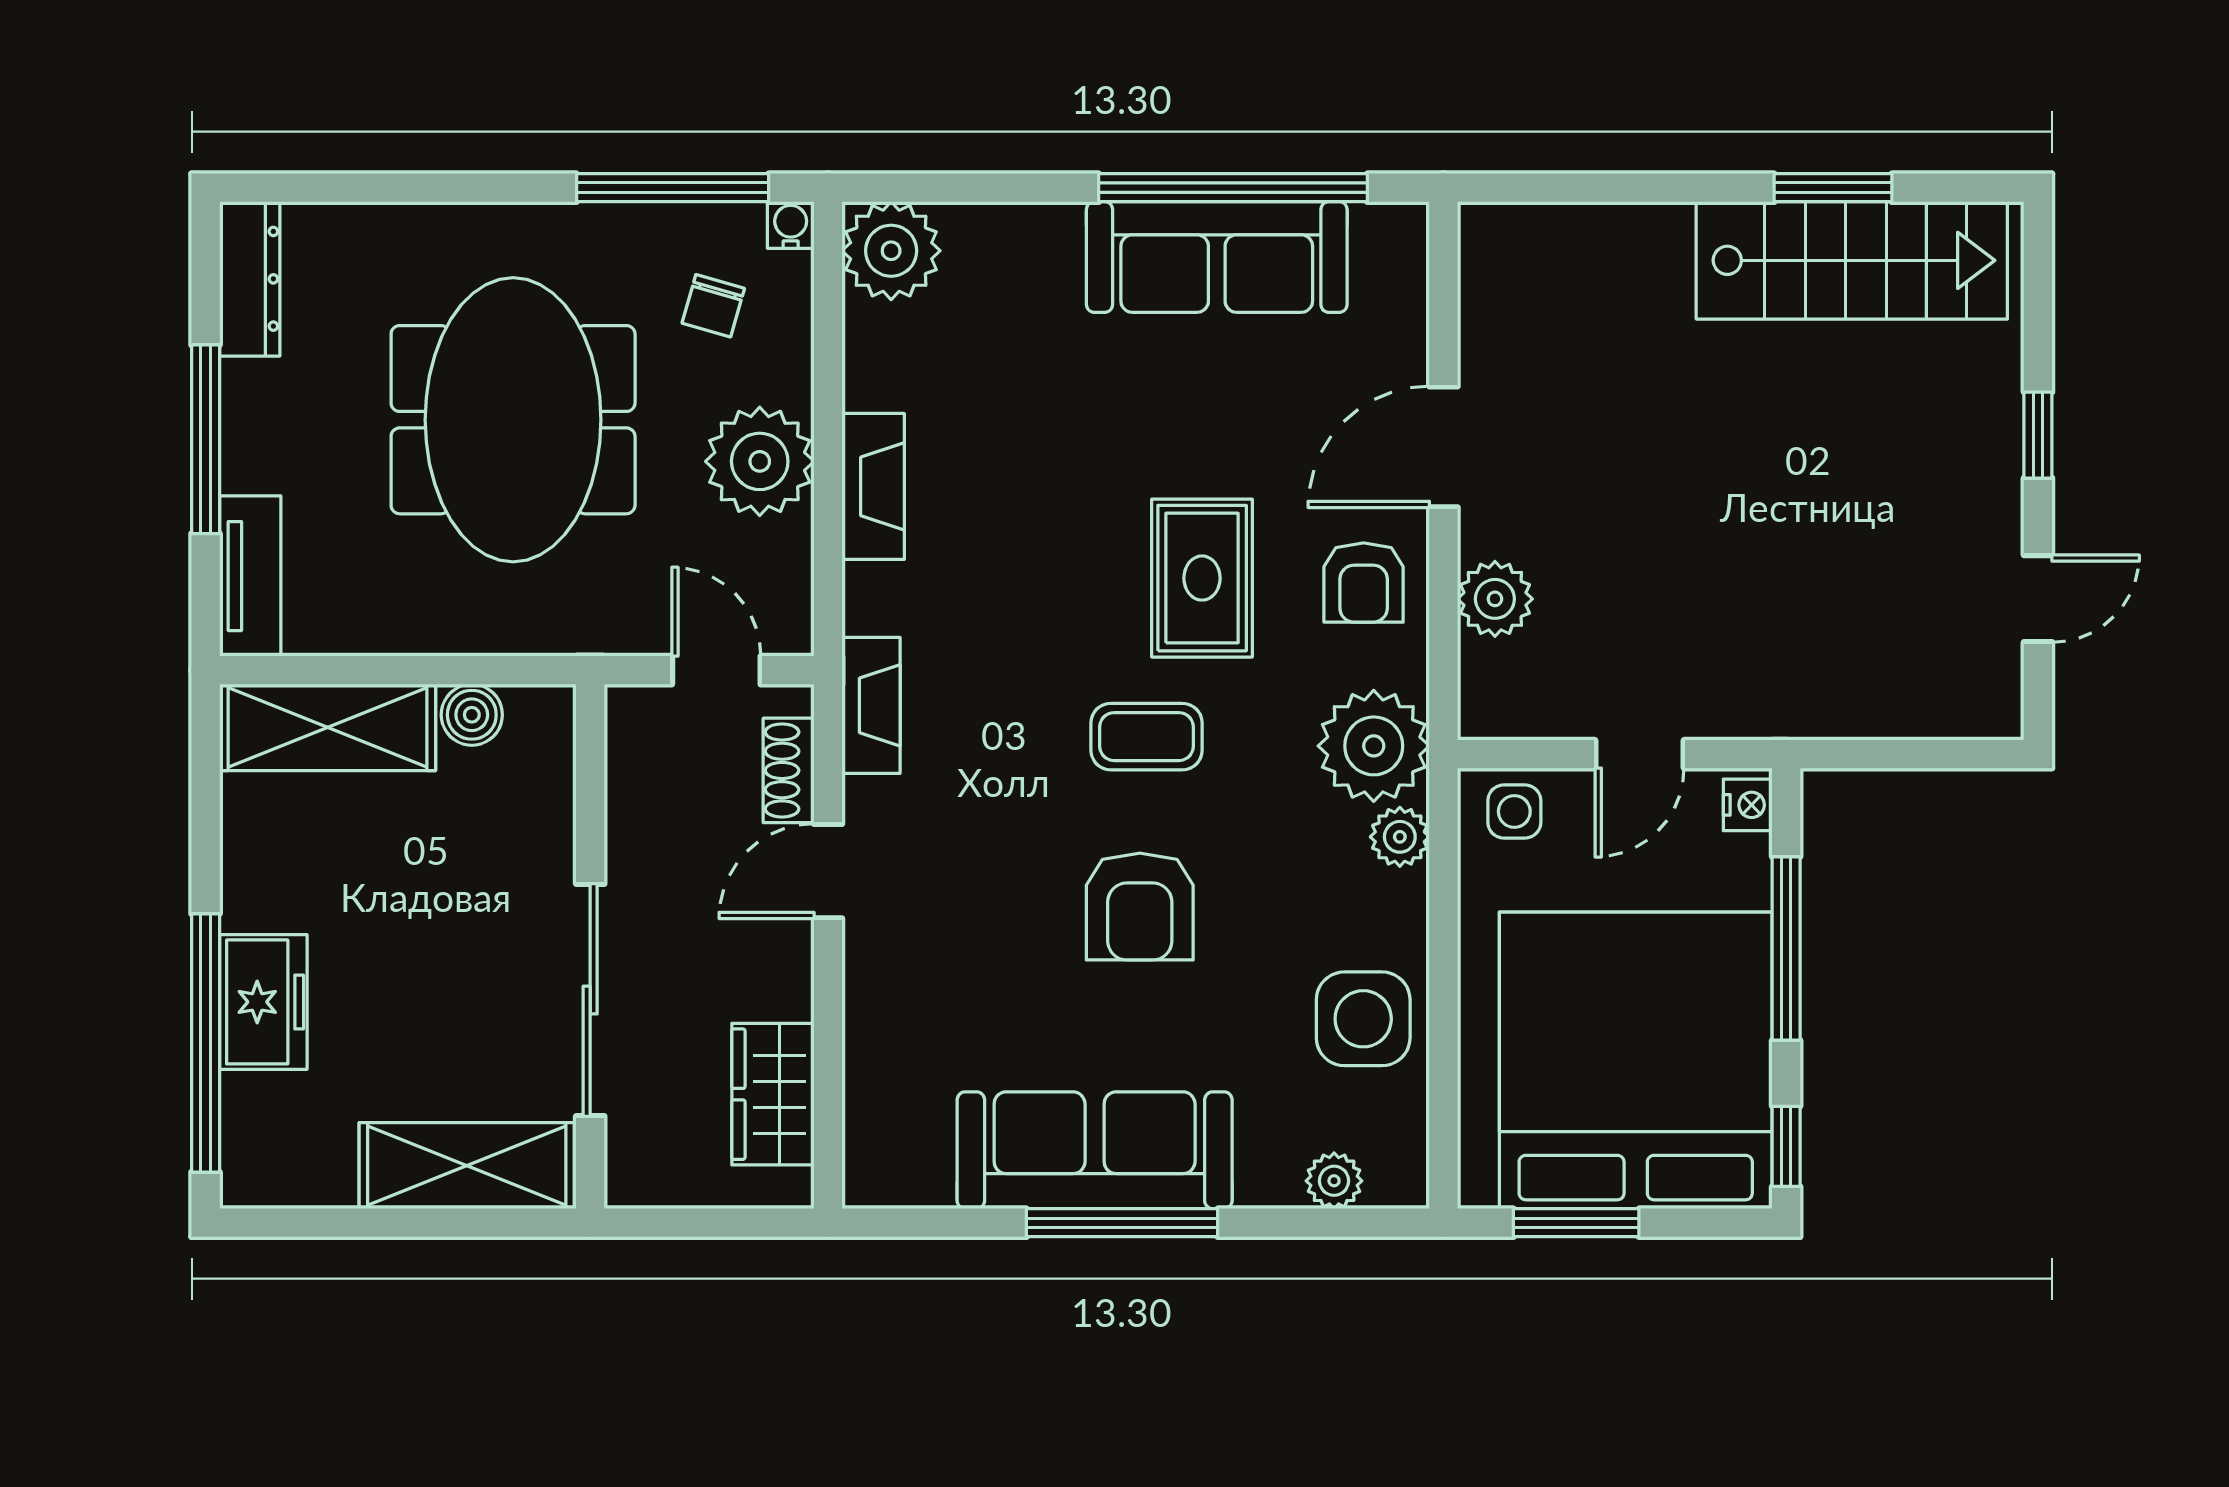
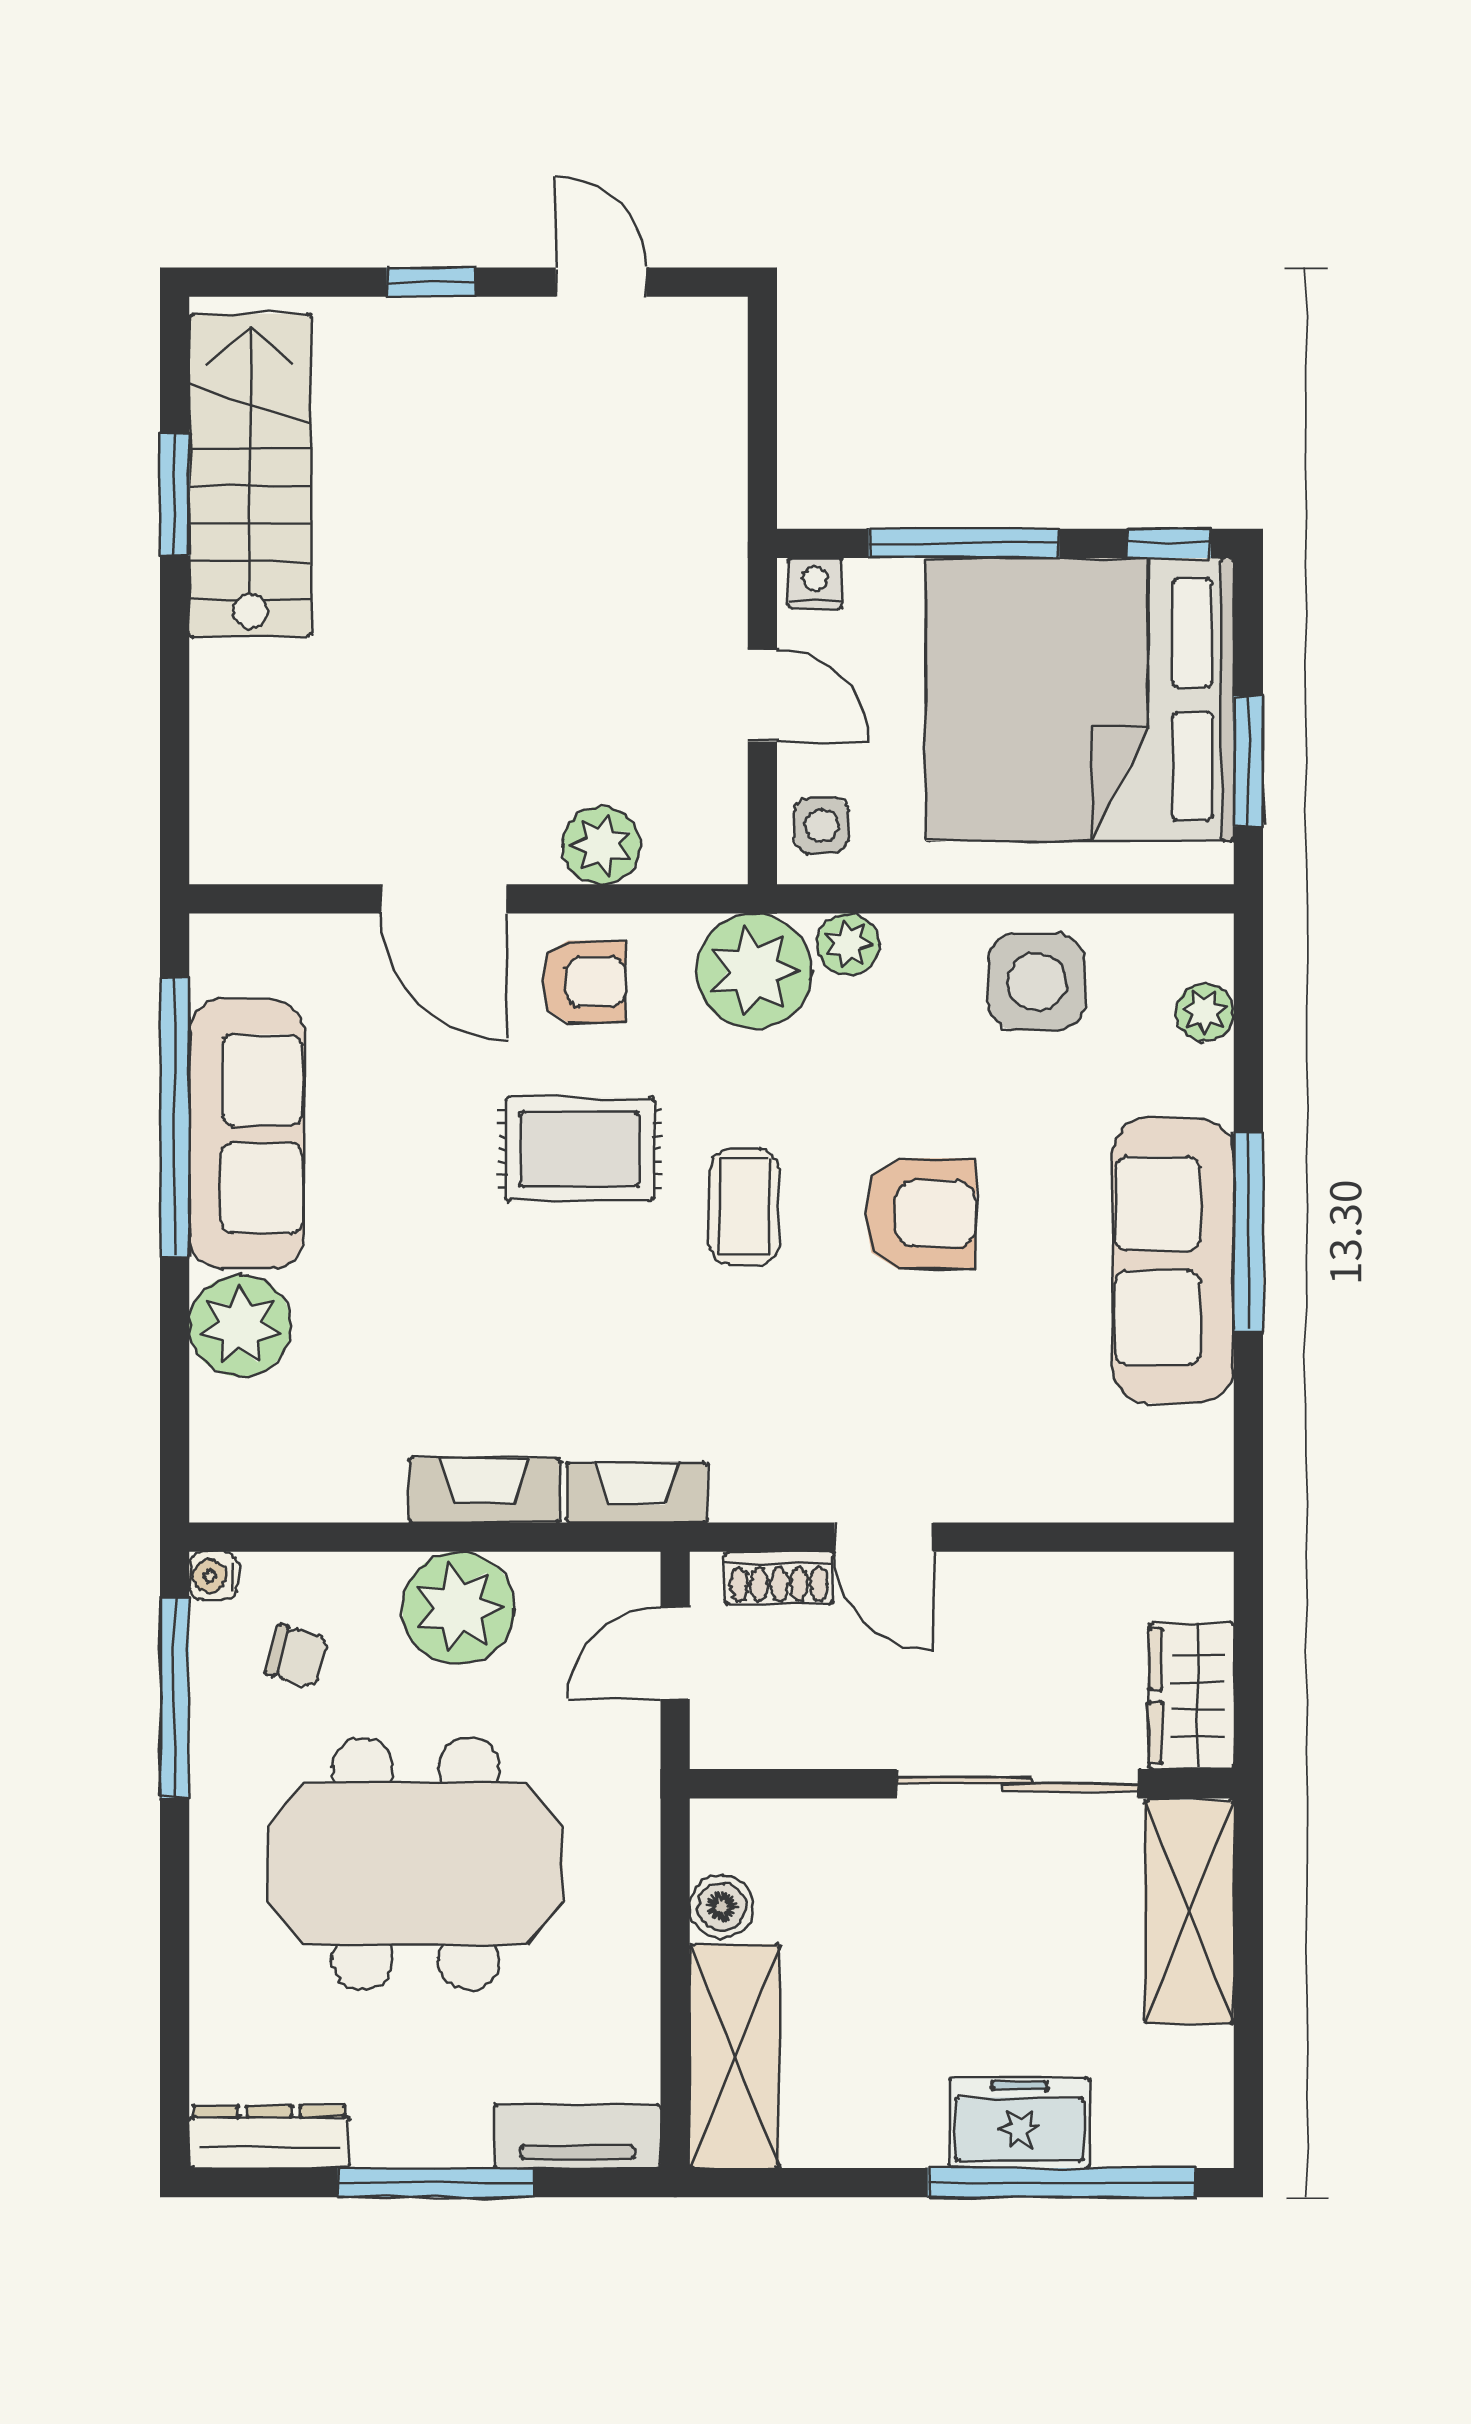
plant: (891, 251) -> (240, 1326), moved
fireplace: (871, 705) -> (637, 1492), moved
wardrobe: (773, 1094) -> (1191, 1696), moved, turned 90

